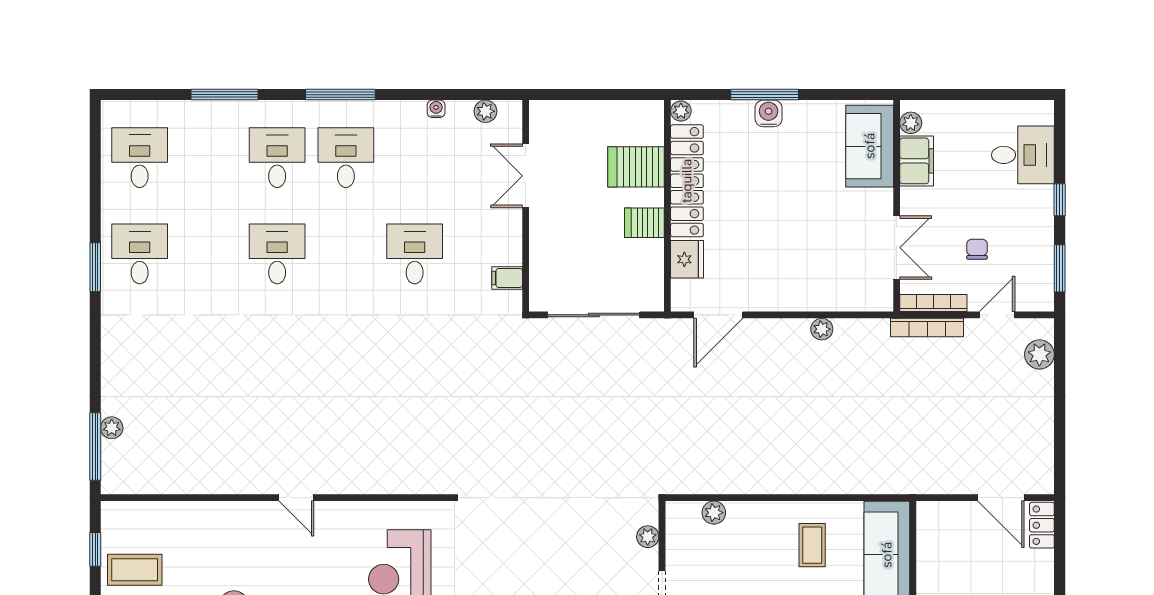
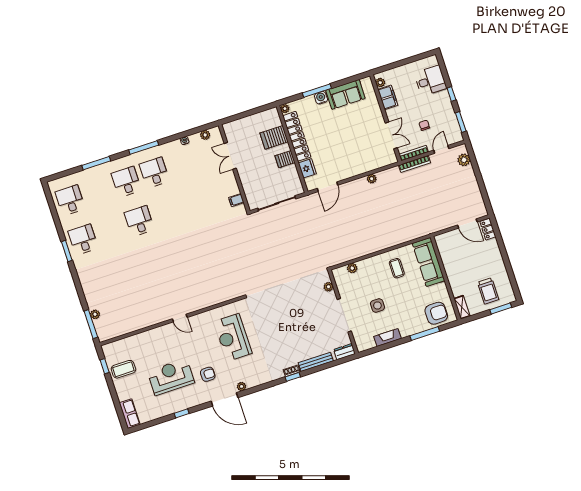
sofa: (870, 146) -> (345, 94), moved, turned -90
desk: (415, 254) -> (195, 203), removed

